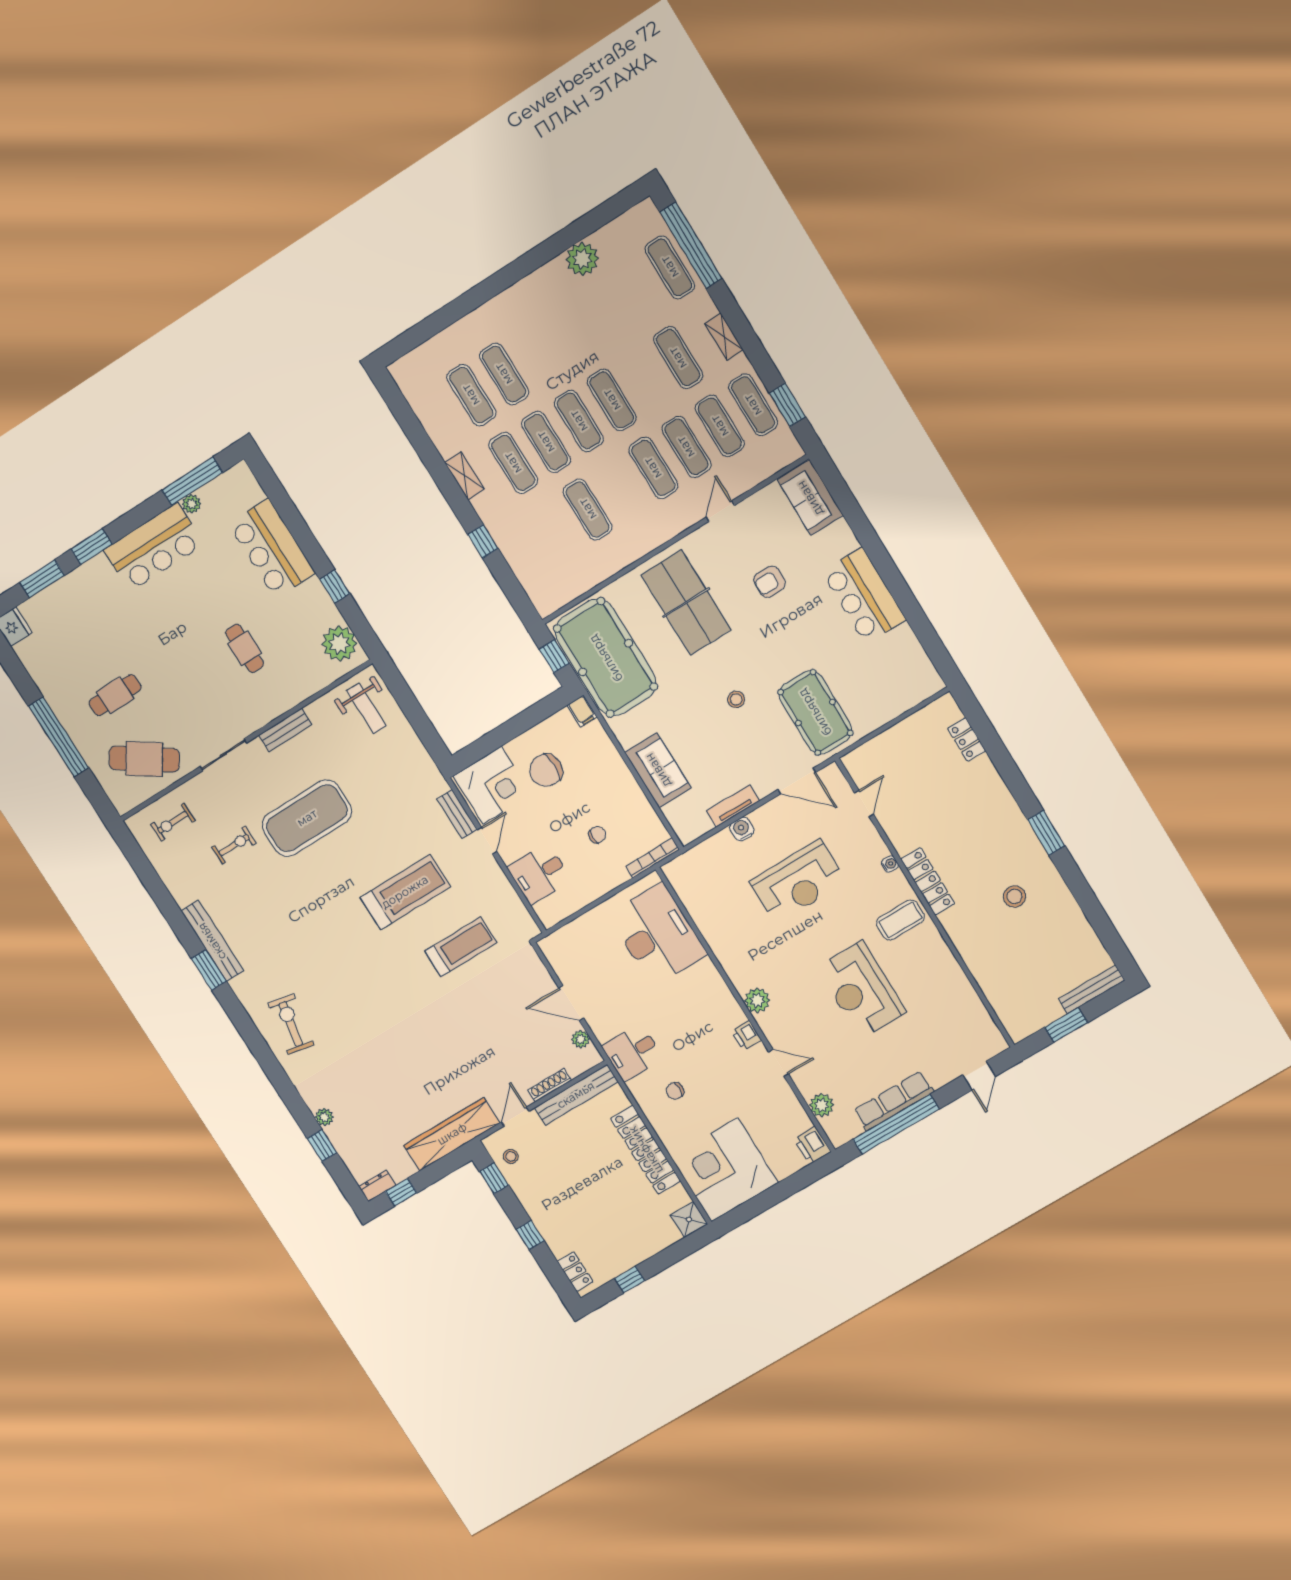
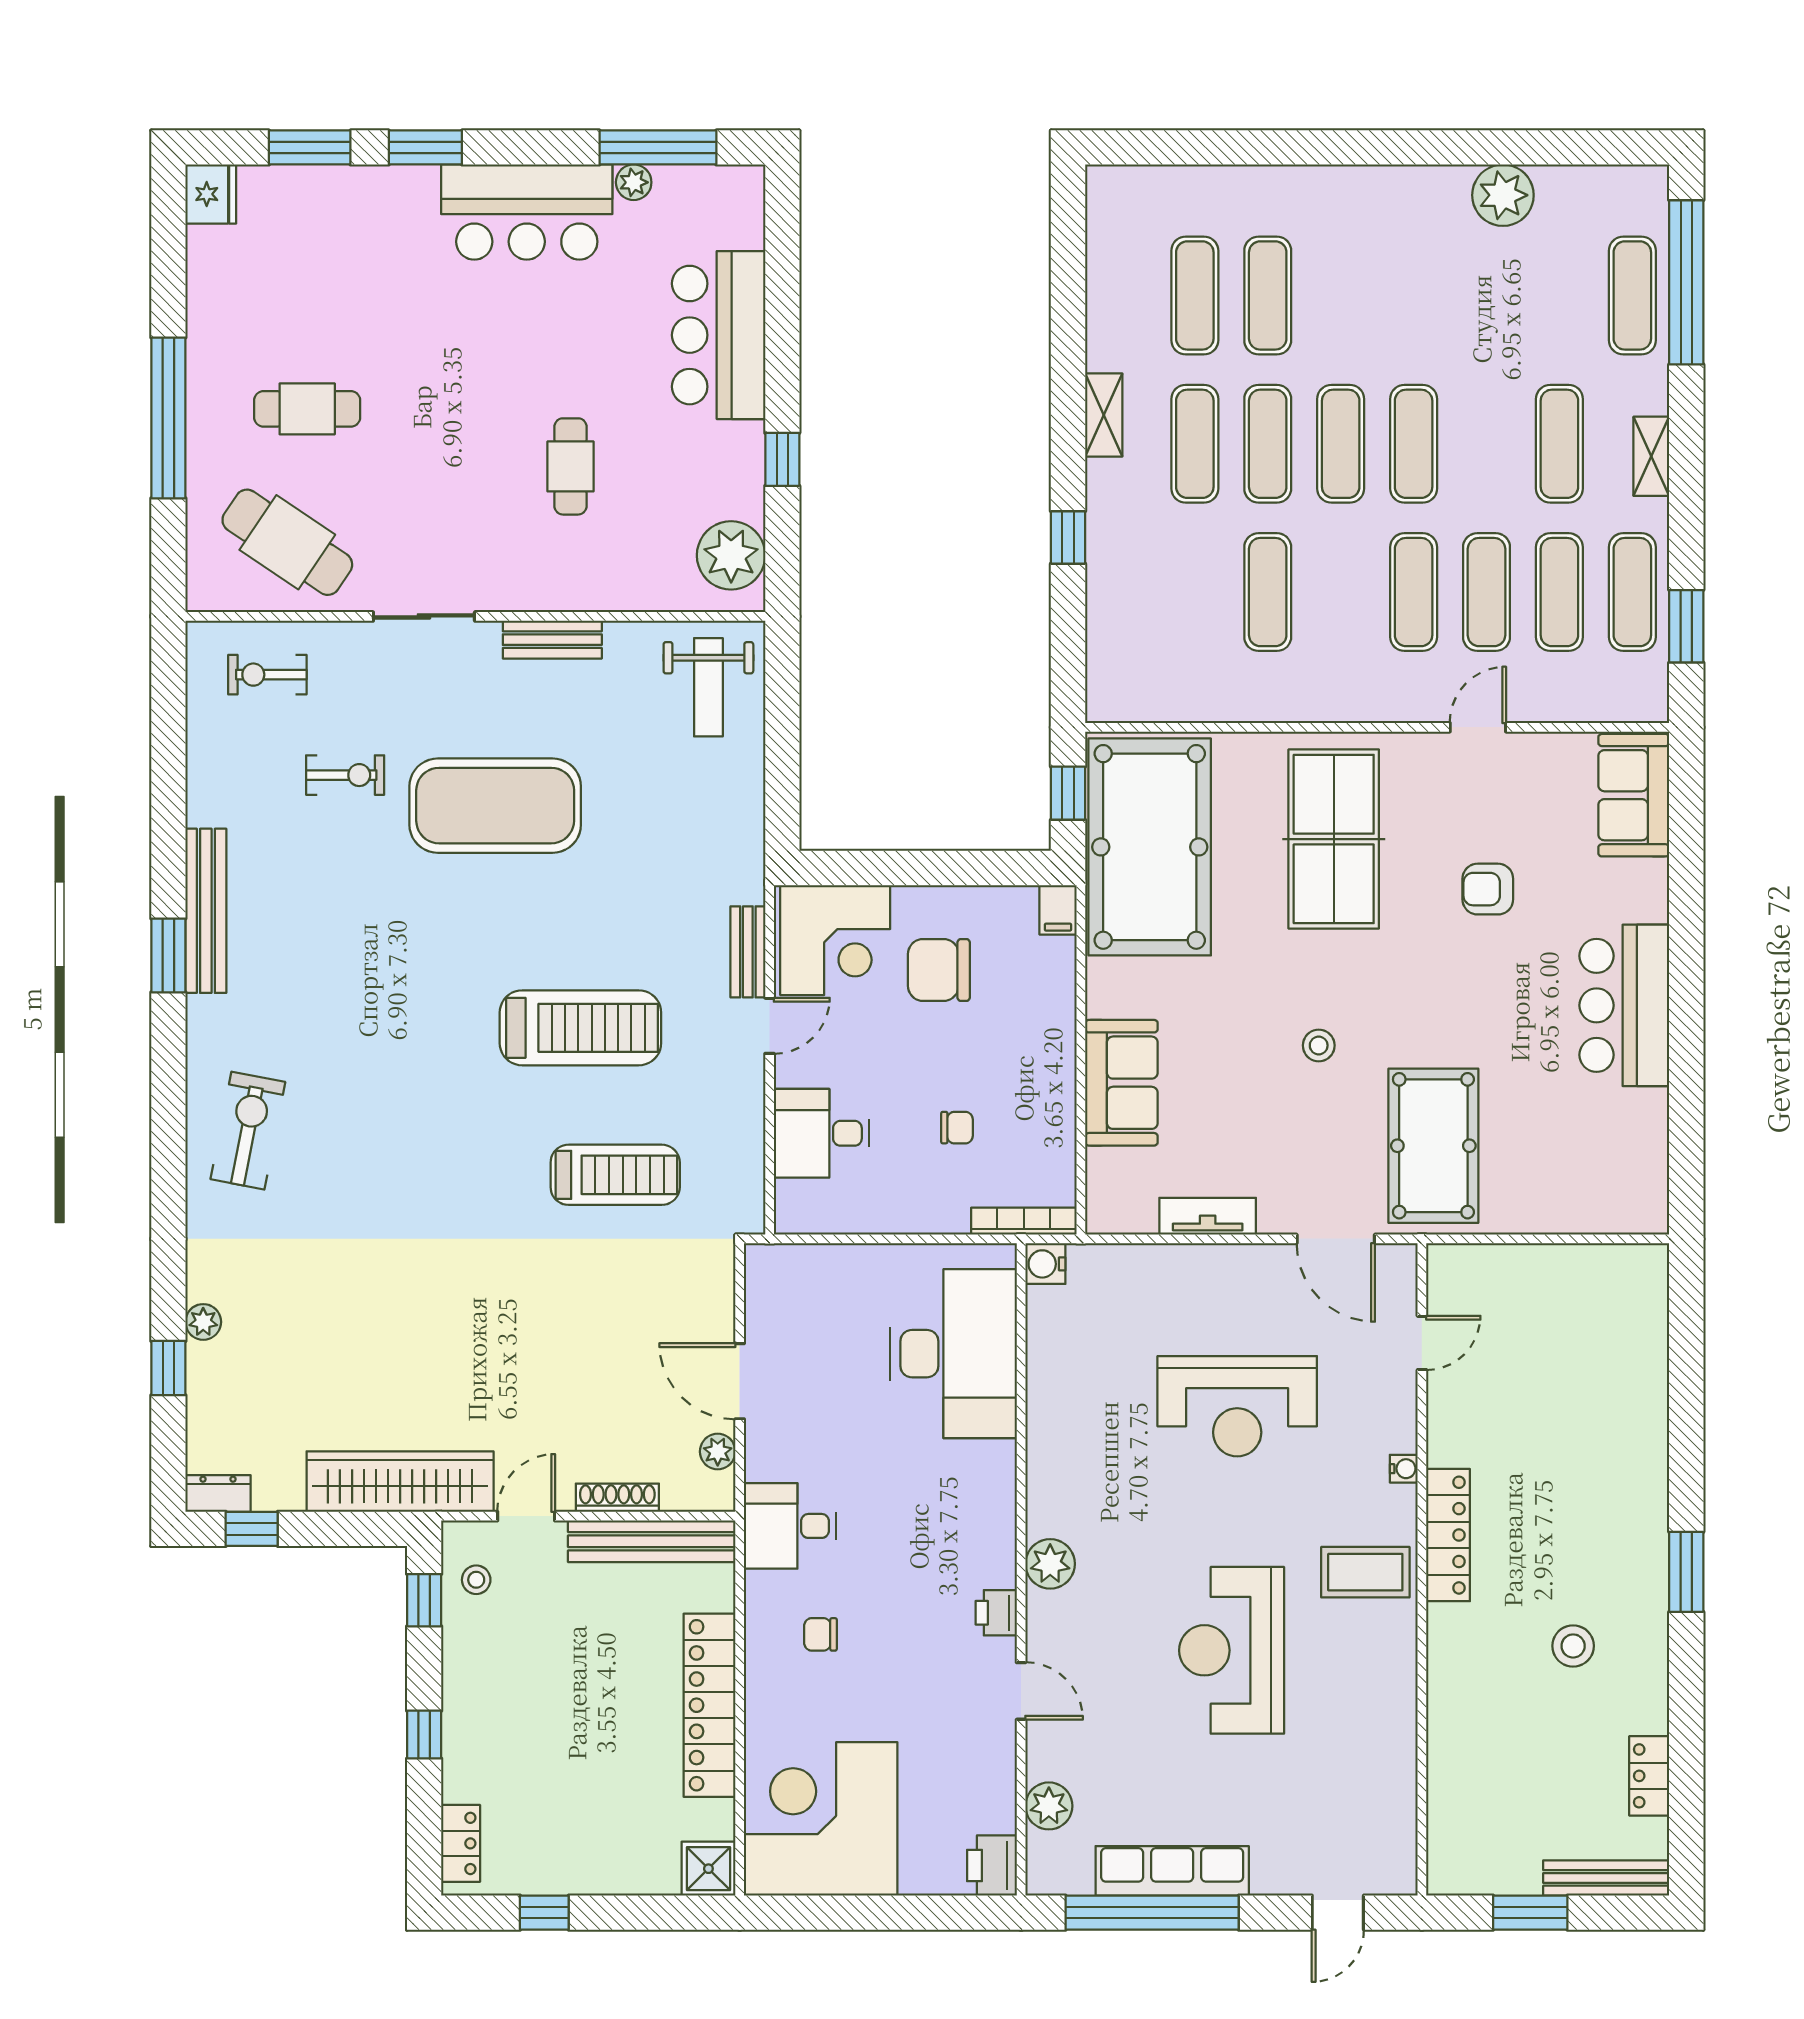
locker: (967, 739) -> (1649, 1776), moved
water cooler: (742, 829) -> (1045, 1264), moved, turned -90

